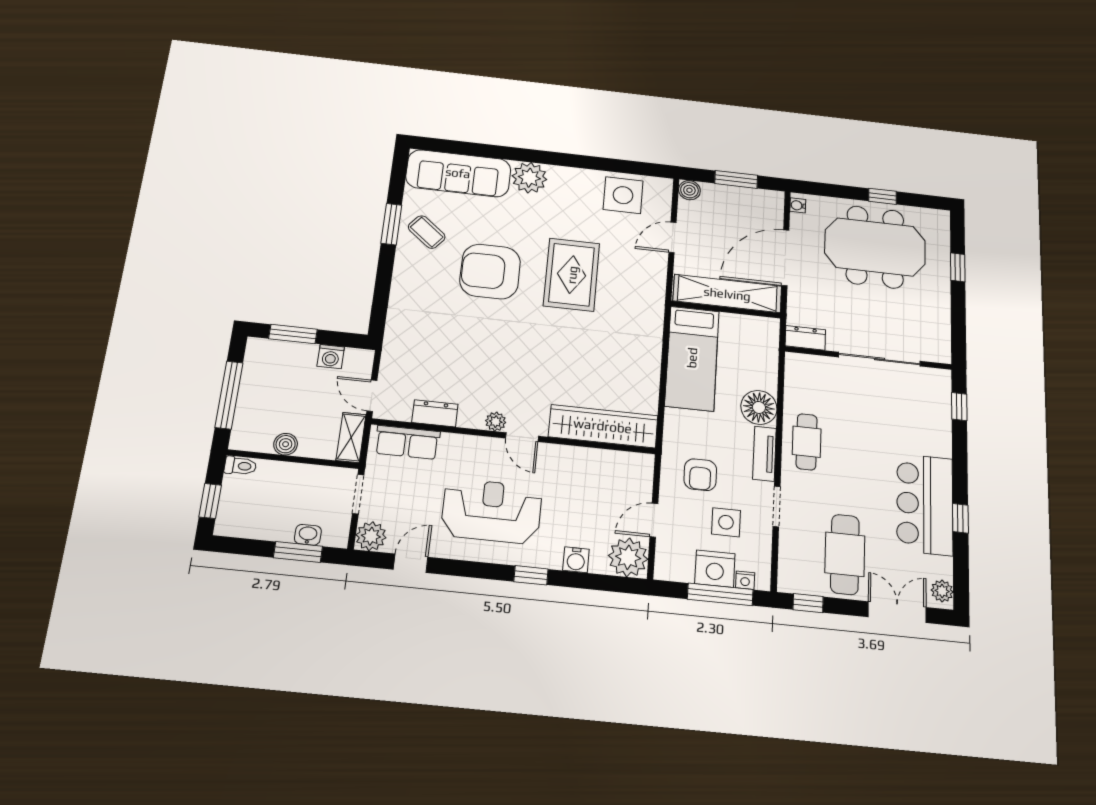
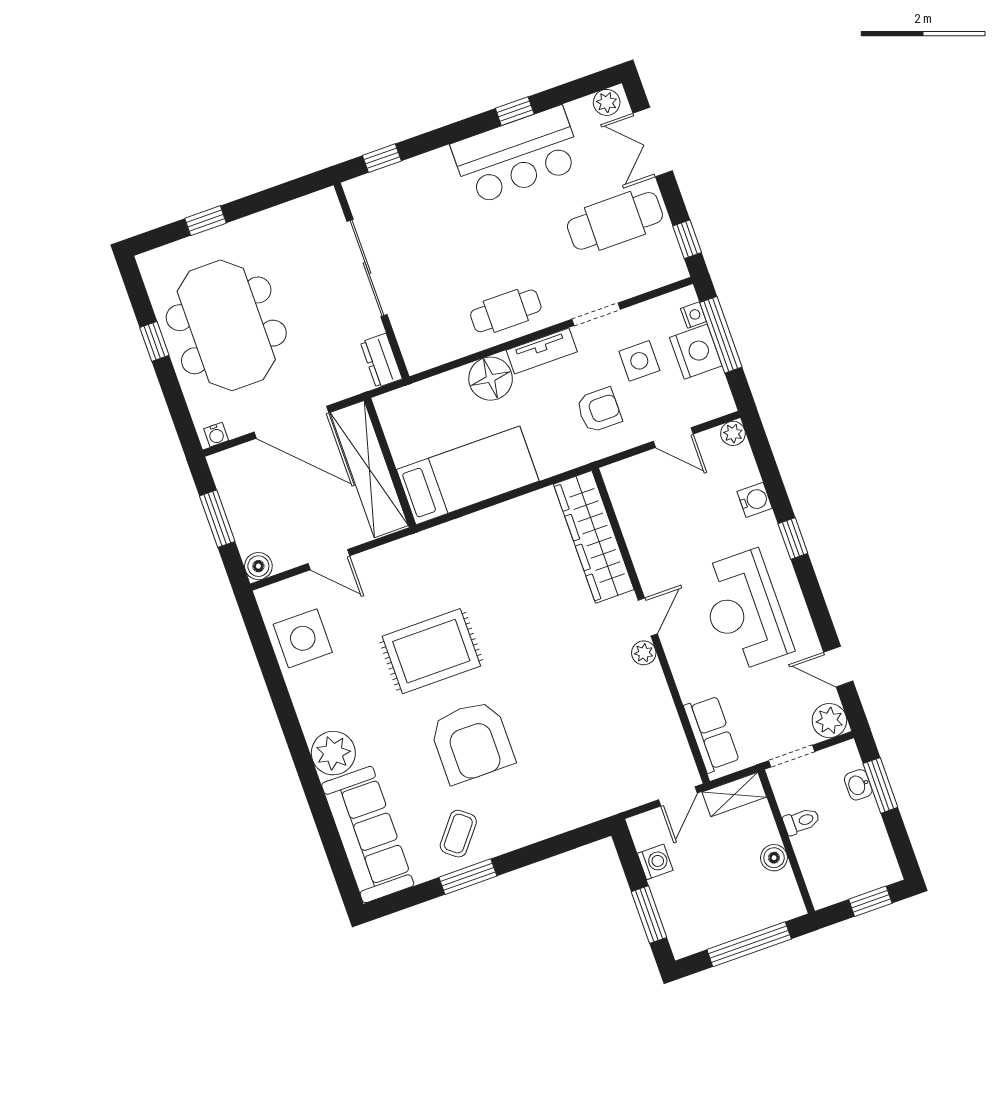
dresser: (435, 413) -> (666, 721), removed
toilet: (240, 466) -> (801, 821), moved, turned 90
plant: (628, 557) -> (733, 433), width x0.53, depth x0.53

